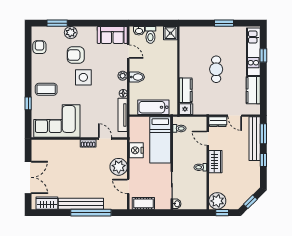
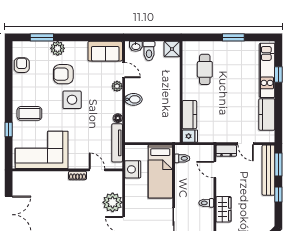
cafe table: (216, 69) -> (205, 69), moved
plant: (123, 76) -> (117, 86), moved
bathtub: (153, 107) -> (152, 134), removed
nightstand: (136, 150) -> (133, 169), moved
wardrobe: (215, 162) -> (223, 209), moved

